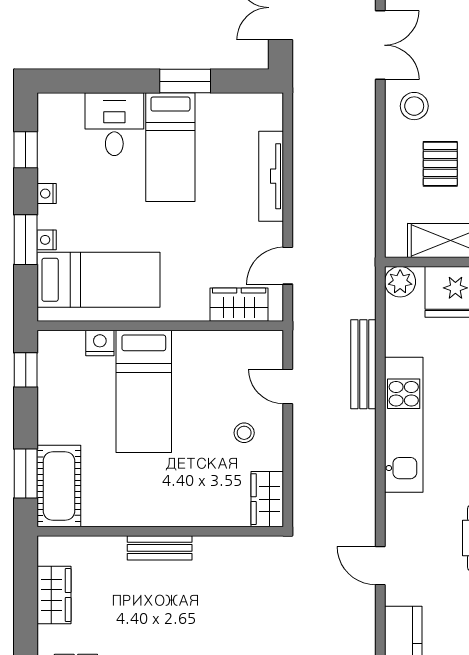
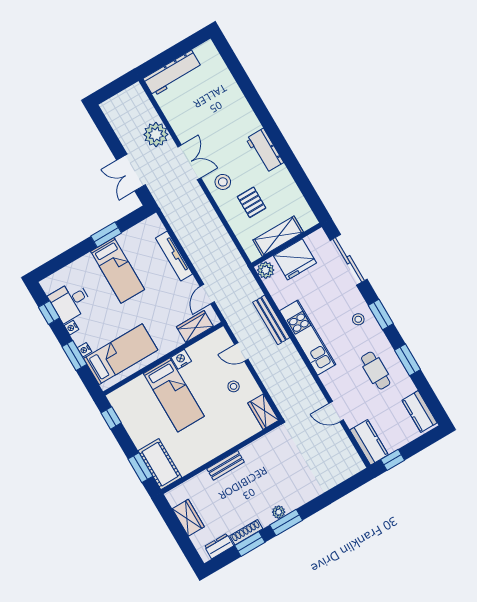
desk: (114, 124) -> (70, 301), moved, turned -90
nightstand: (100, 343) -> (181, 359), moved

